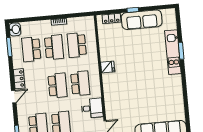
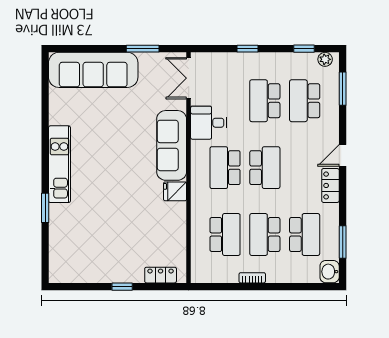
sofa: (142, 20) -> (172, 145), moved, turned -90
kitchen unit: (173, 52) -> (59, 164), moved
school desk: (58, 85) -> (265, 168), turned 180

